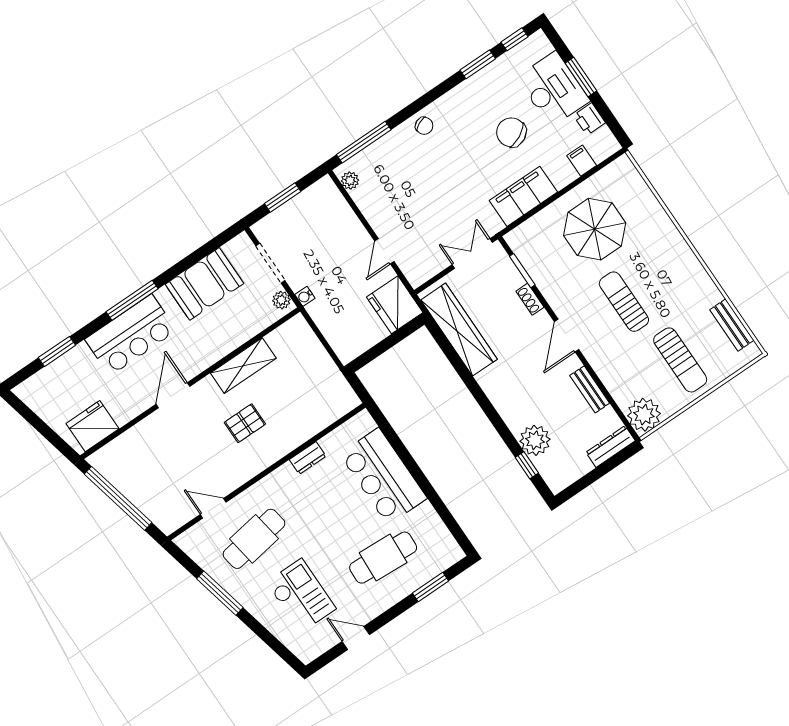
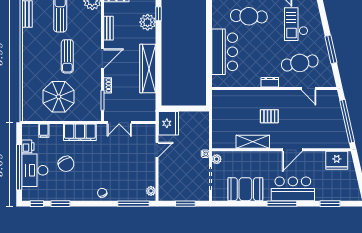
window: (581, 77) -> (19, 167), width x2.11
wardrobe: (459, 330) -> (148, 68), moved
dresser: (308, 458) -> (270, 82), moved

